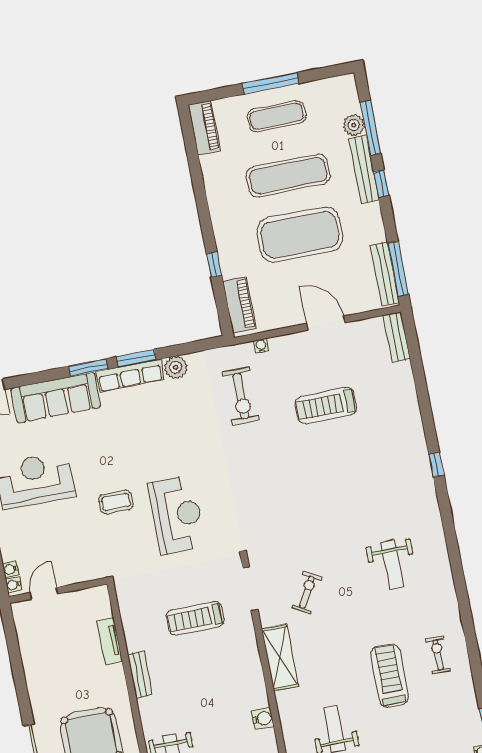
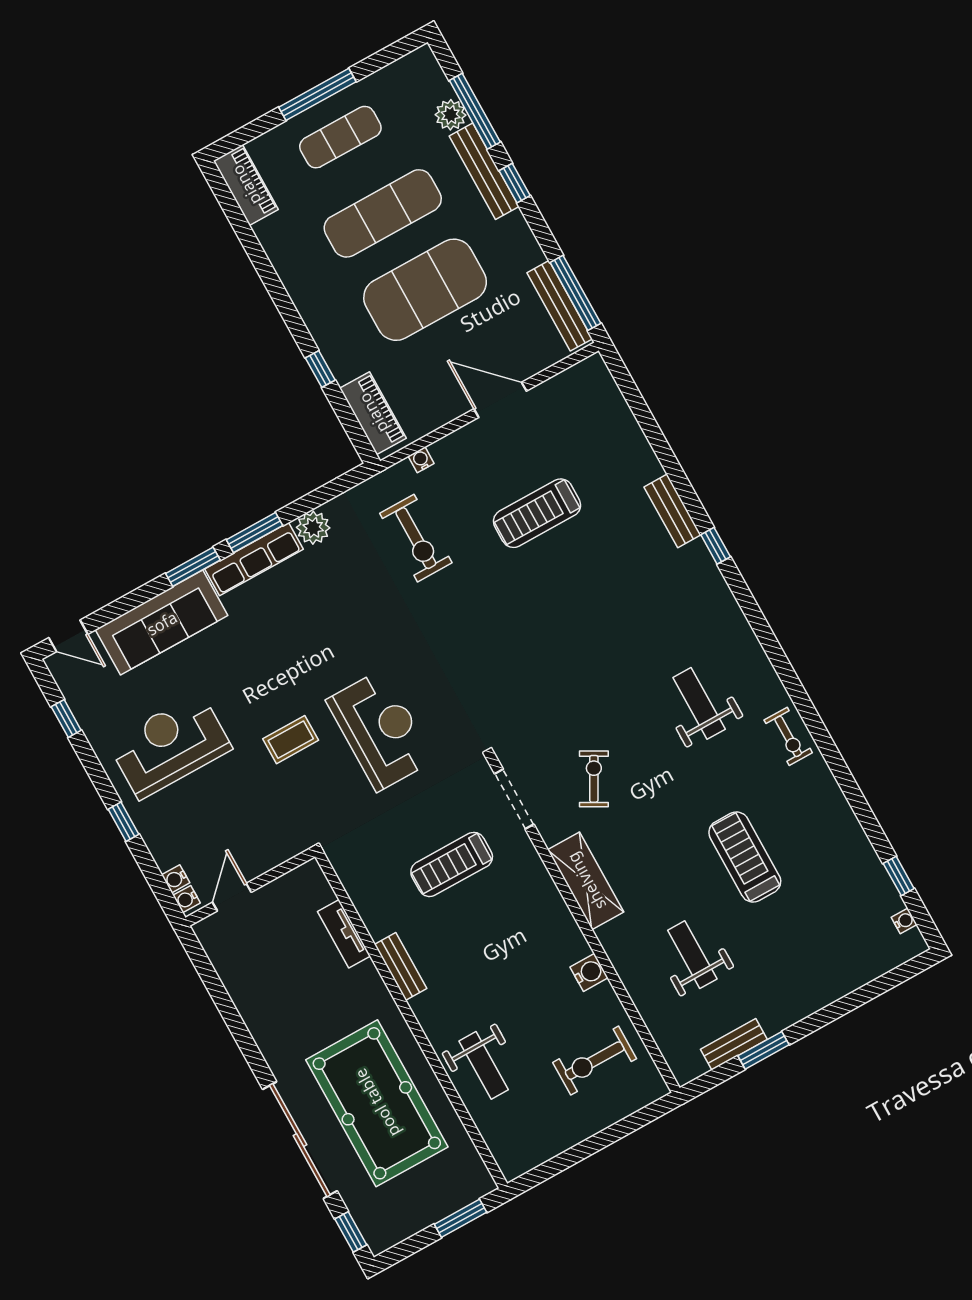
bench: (397, 337) -> (673, 511), moved
weight bench: (392, 565) -> (699, 703), turned 180
exercise bike: (438, 655) -> (788, 736), moved, turned 180

